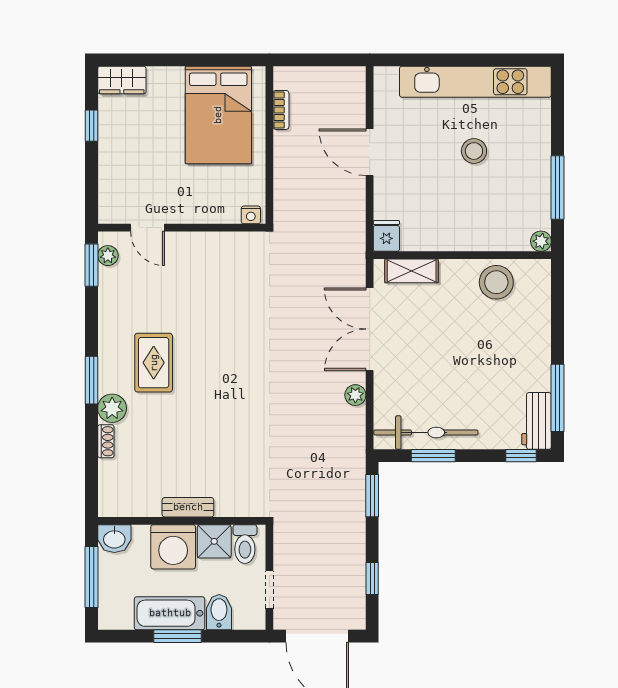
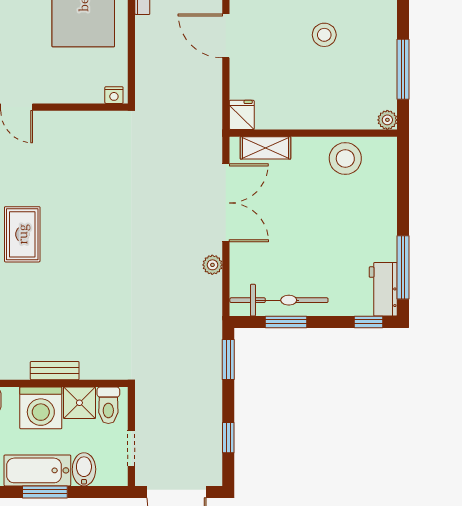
double door: (370, 329) -> (226, 203), swing flipped

